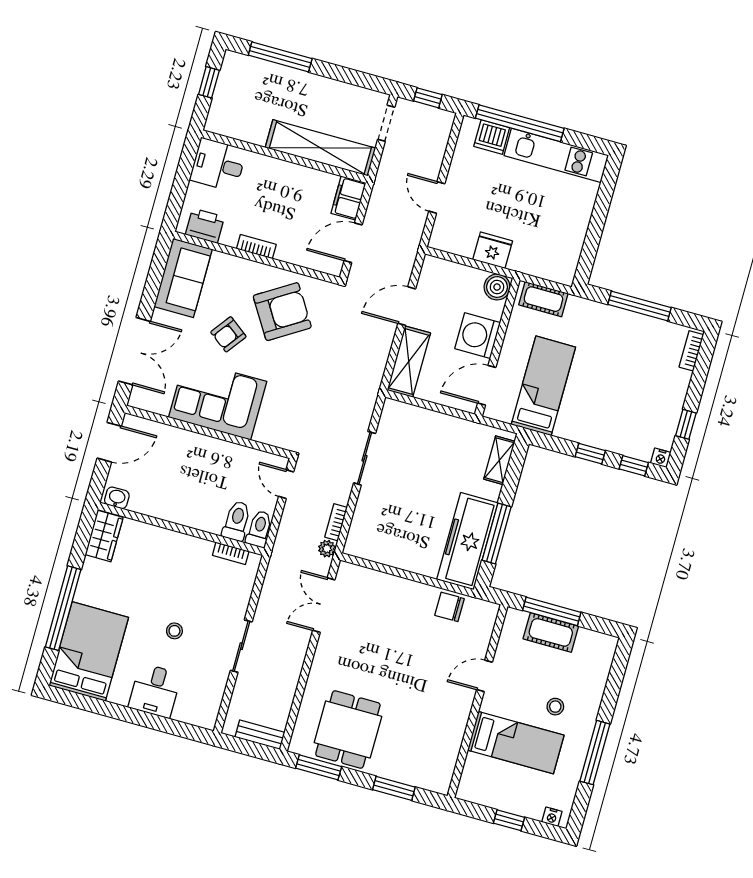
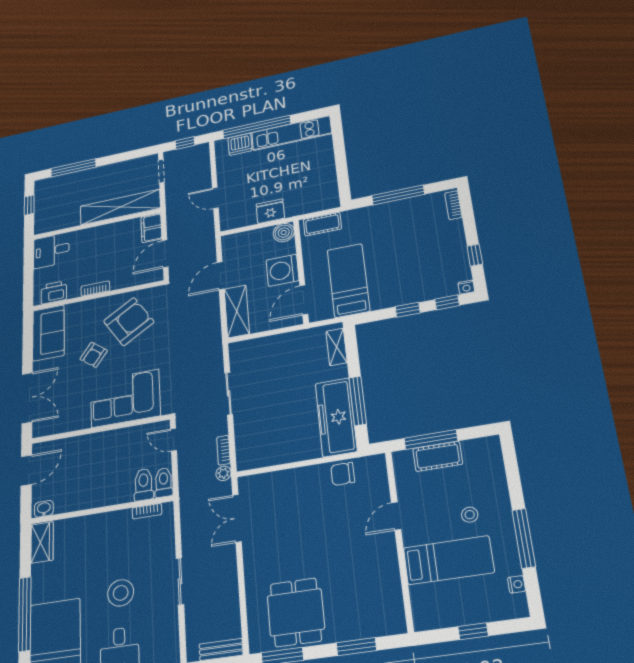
corner sofa: (218, 399) -> (125, 398), moved
stool: (174, 631) -> (121, 593), width x1.89, depth x1.89
nightstand: (552, 817) -> (517, 584), moved, turned -90

